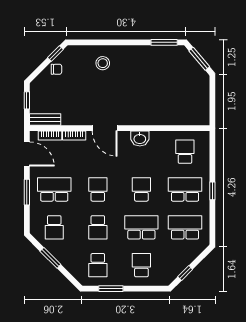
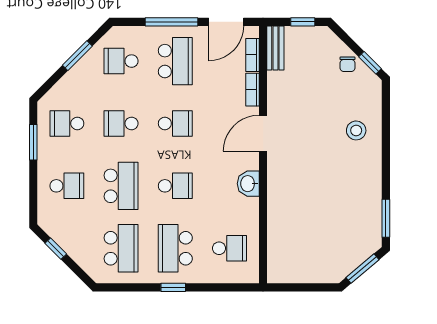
school desk: (185, 189) -> (175, 248), turned 180
window: (27, 192) -> (172, 22), width x1.44

